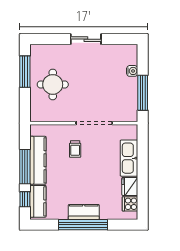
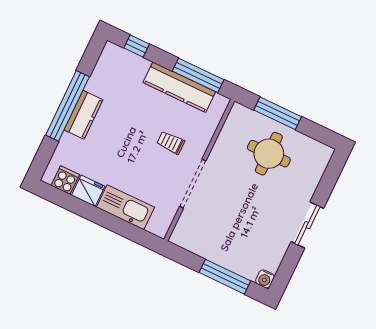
water cooler: (132, 71) -> (265, 279), moved
window: (25, 72) -> (278, 113), moved
window: (143, 93) -> (225, 277), moved
window: (25, 167) -> (198, 75), moved
kitchen counter: (38, 201) -> (126, 62), removed

